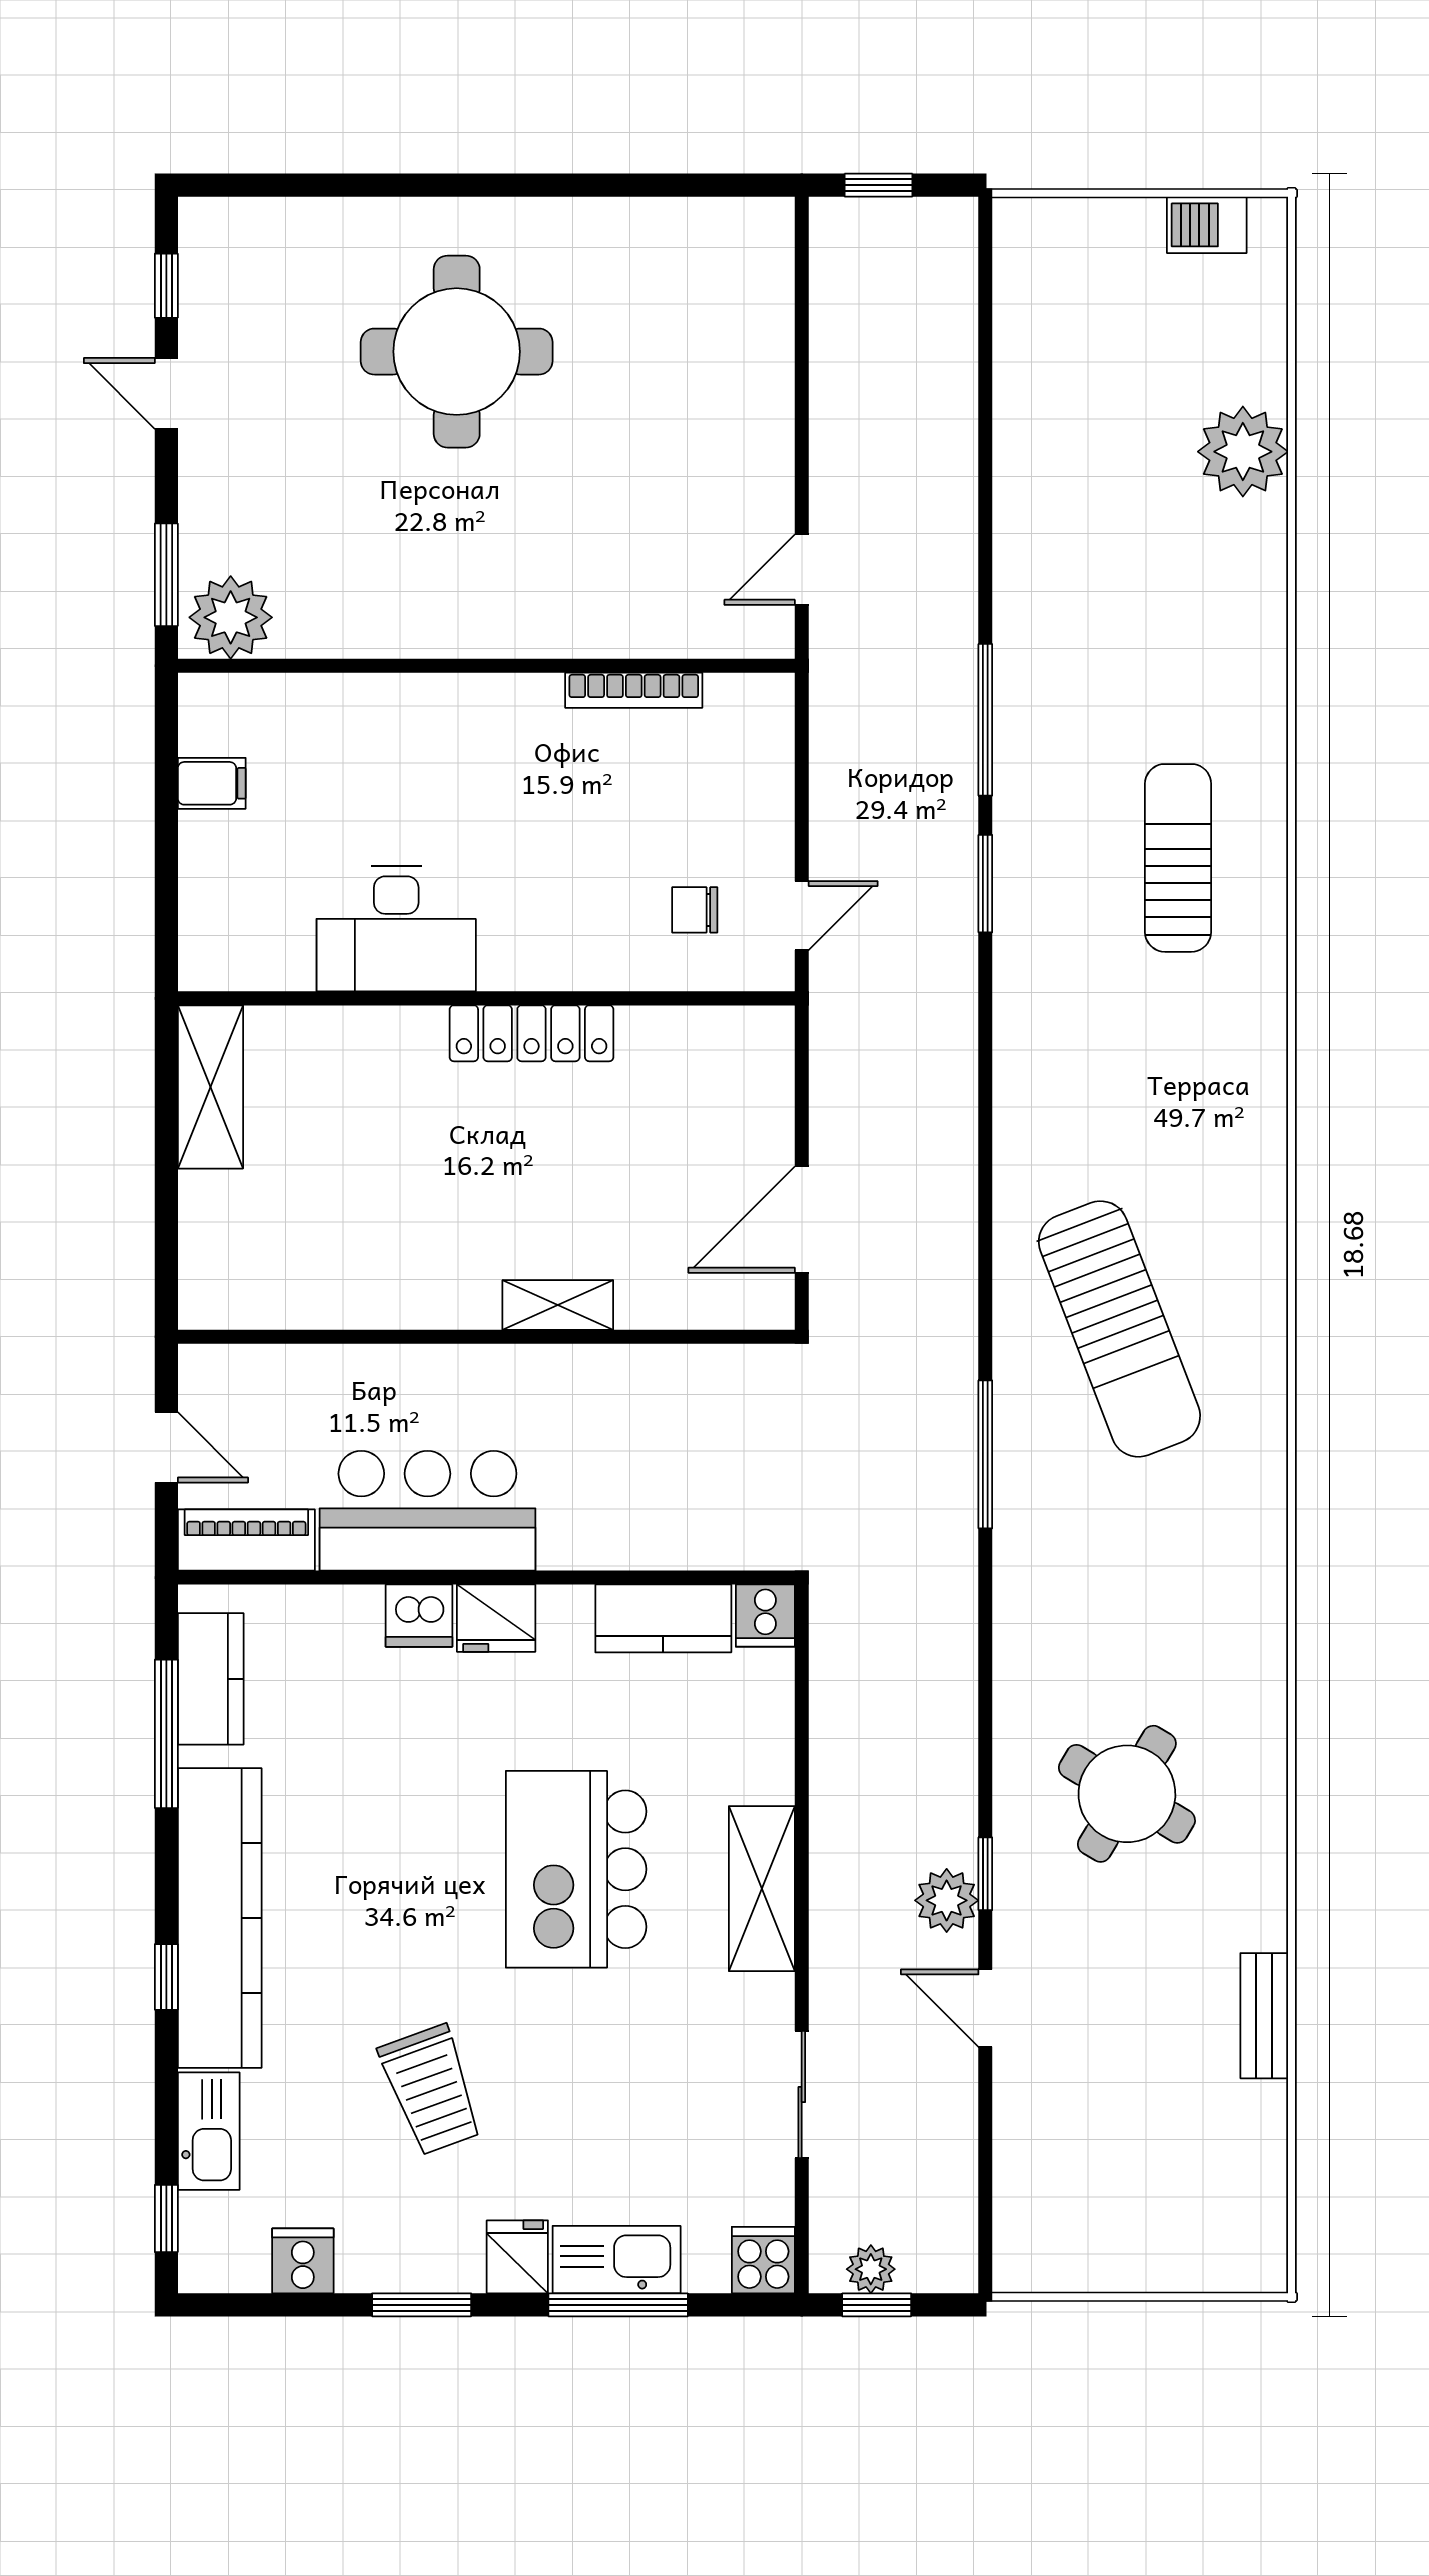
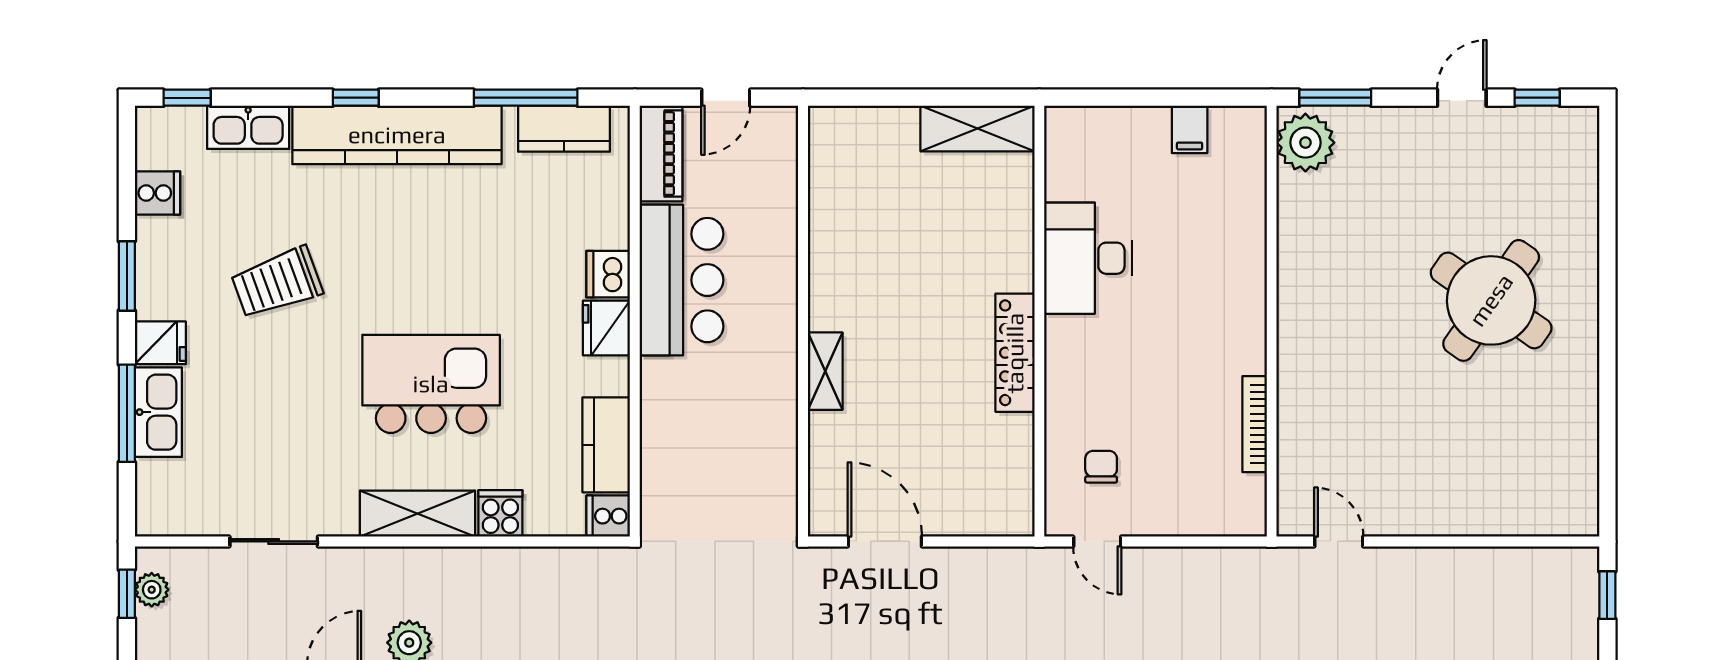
round table: (457, 352) -> (1491, 300), turned 35
cooker: (763, 2260) -> (500, 513), moved, turned -90

